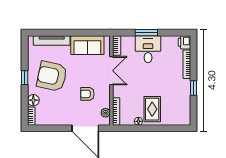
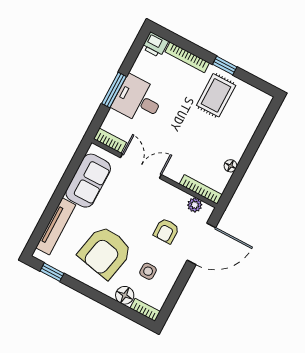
window: (25, 78) -> (52, 272), moved
armchair: (87, 94) -> (166, 231), moved
side table: (54, 106) -> (148, 271), added
rug: (152, 109) -> (216, 95), moved, turned 90

